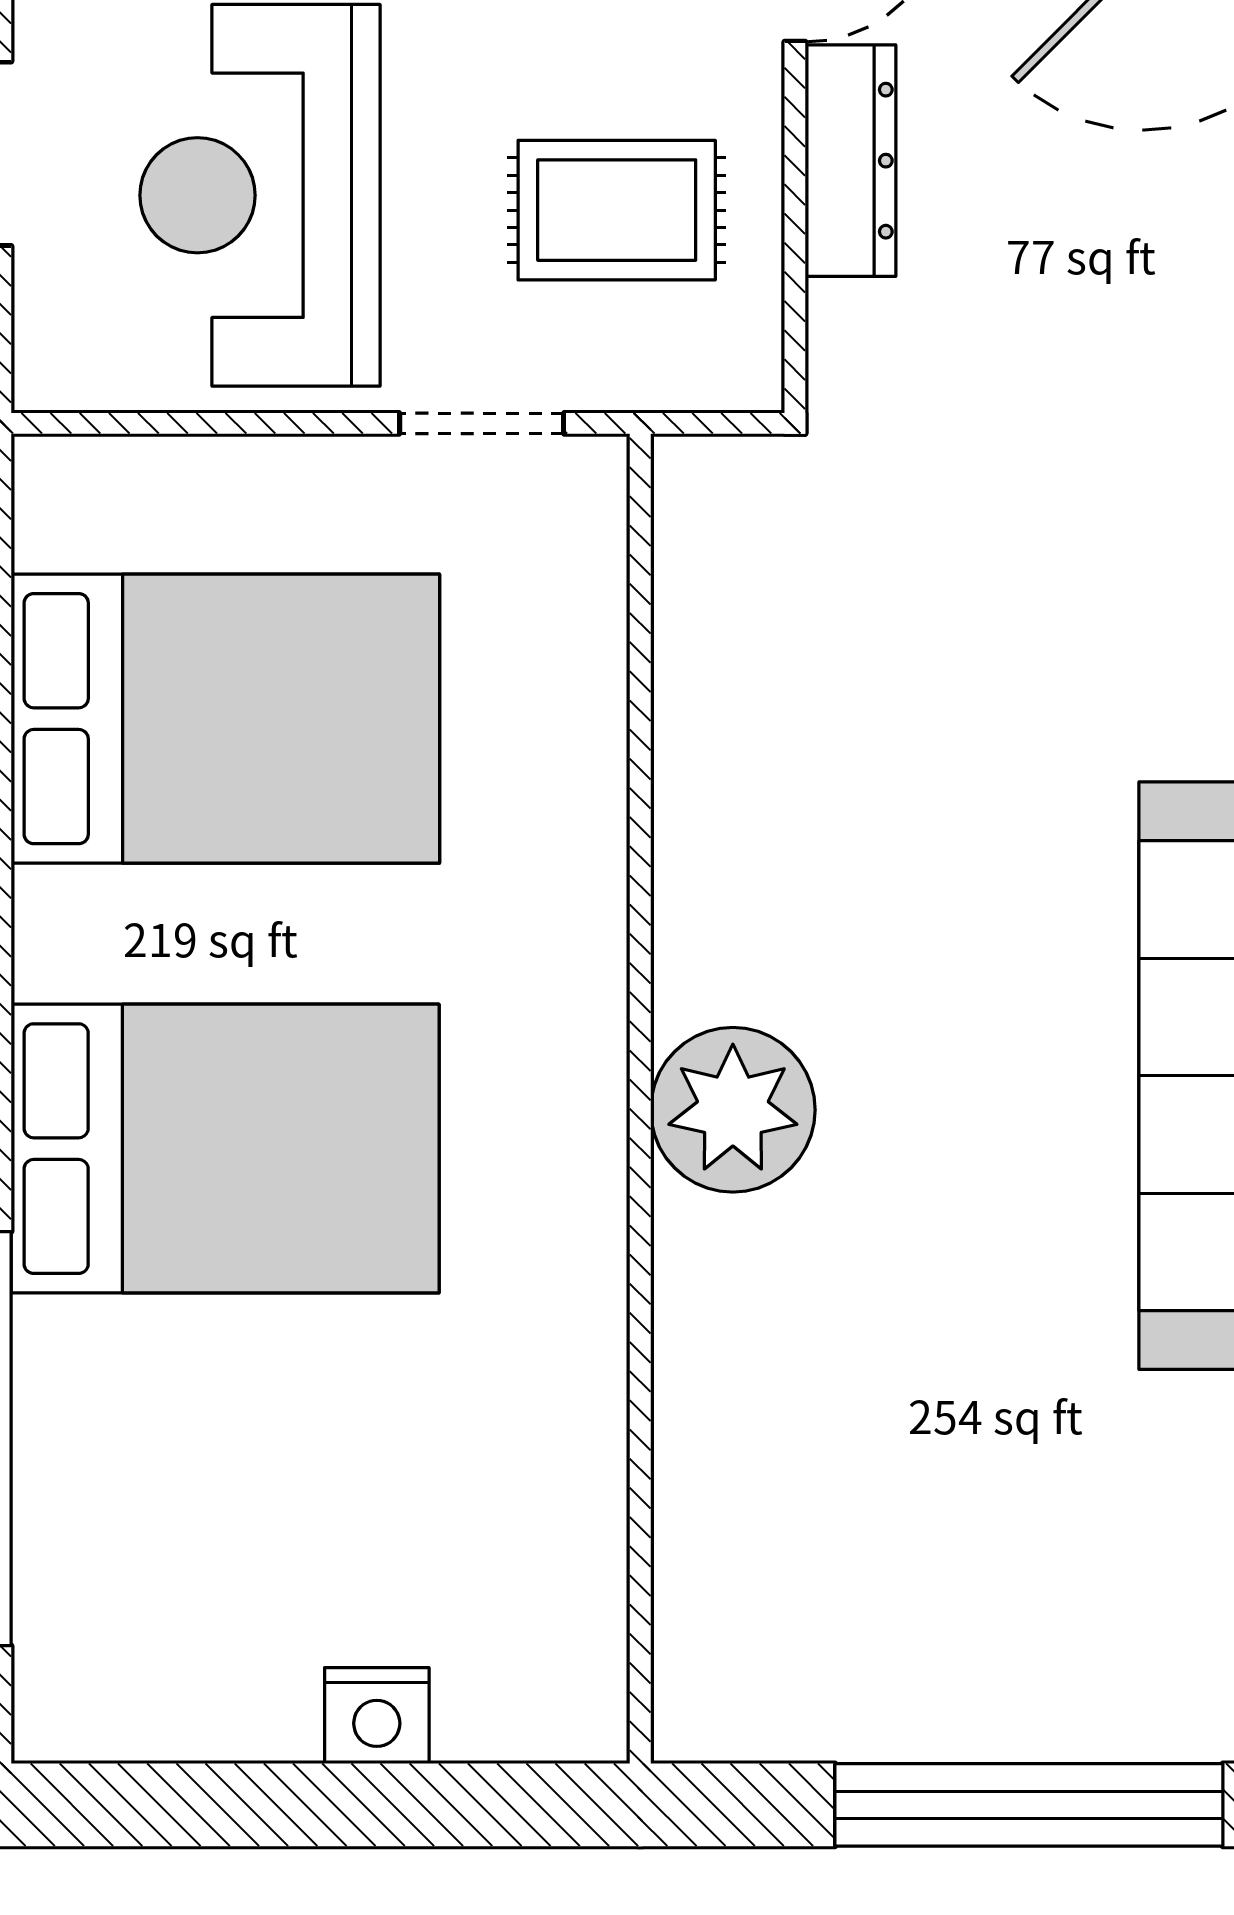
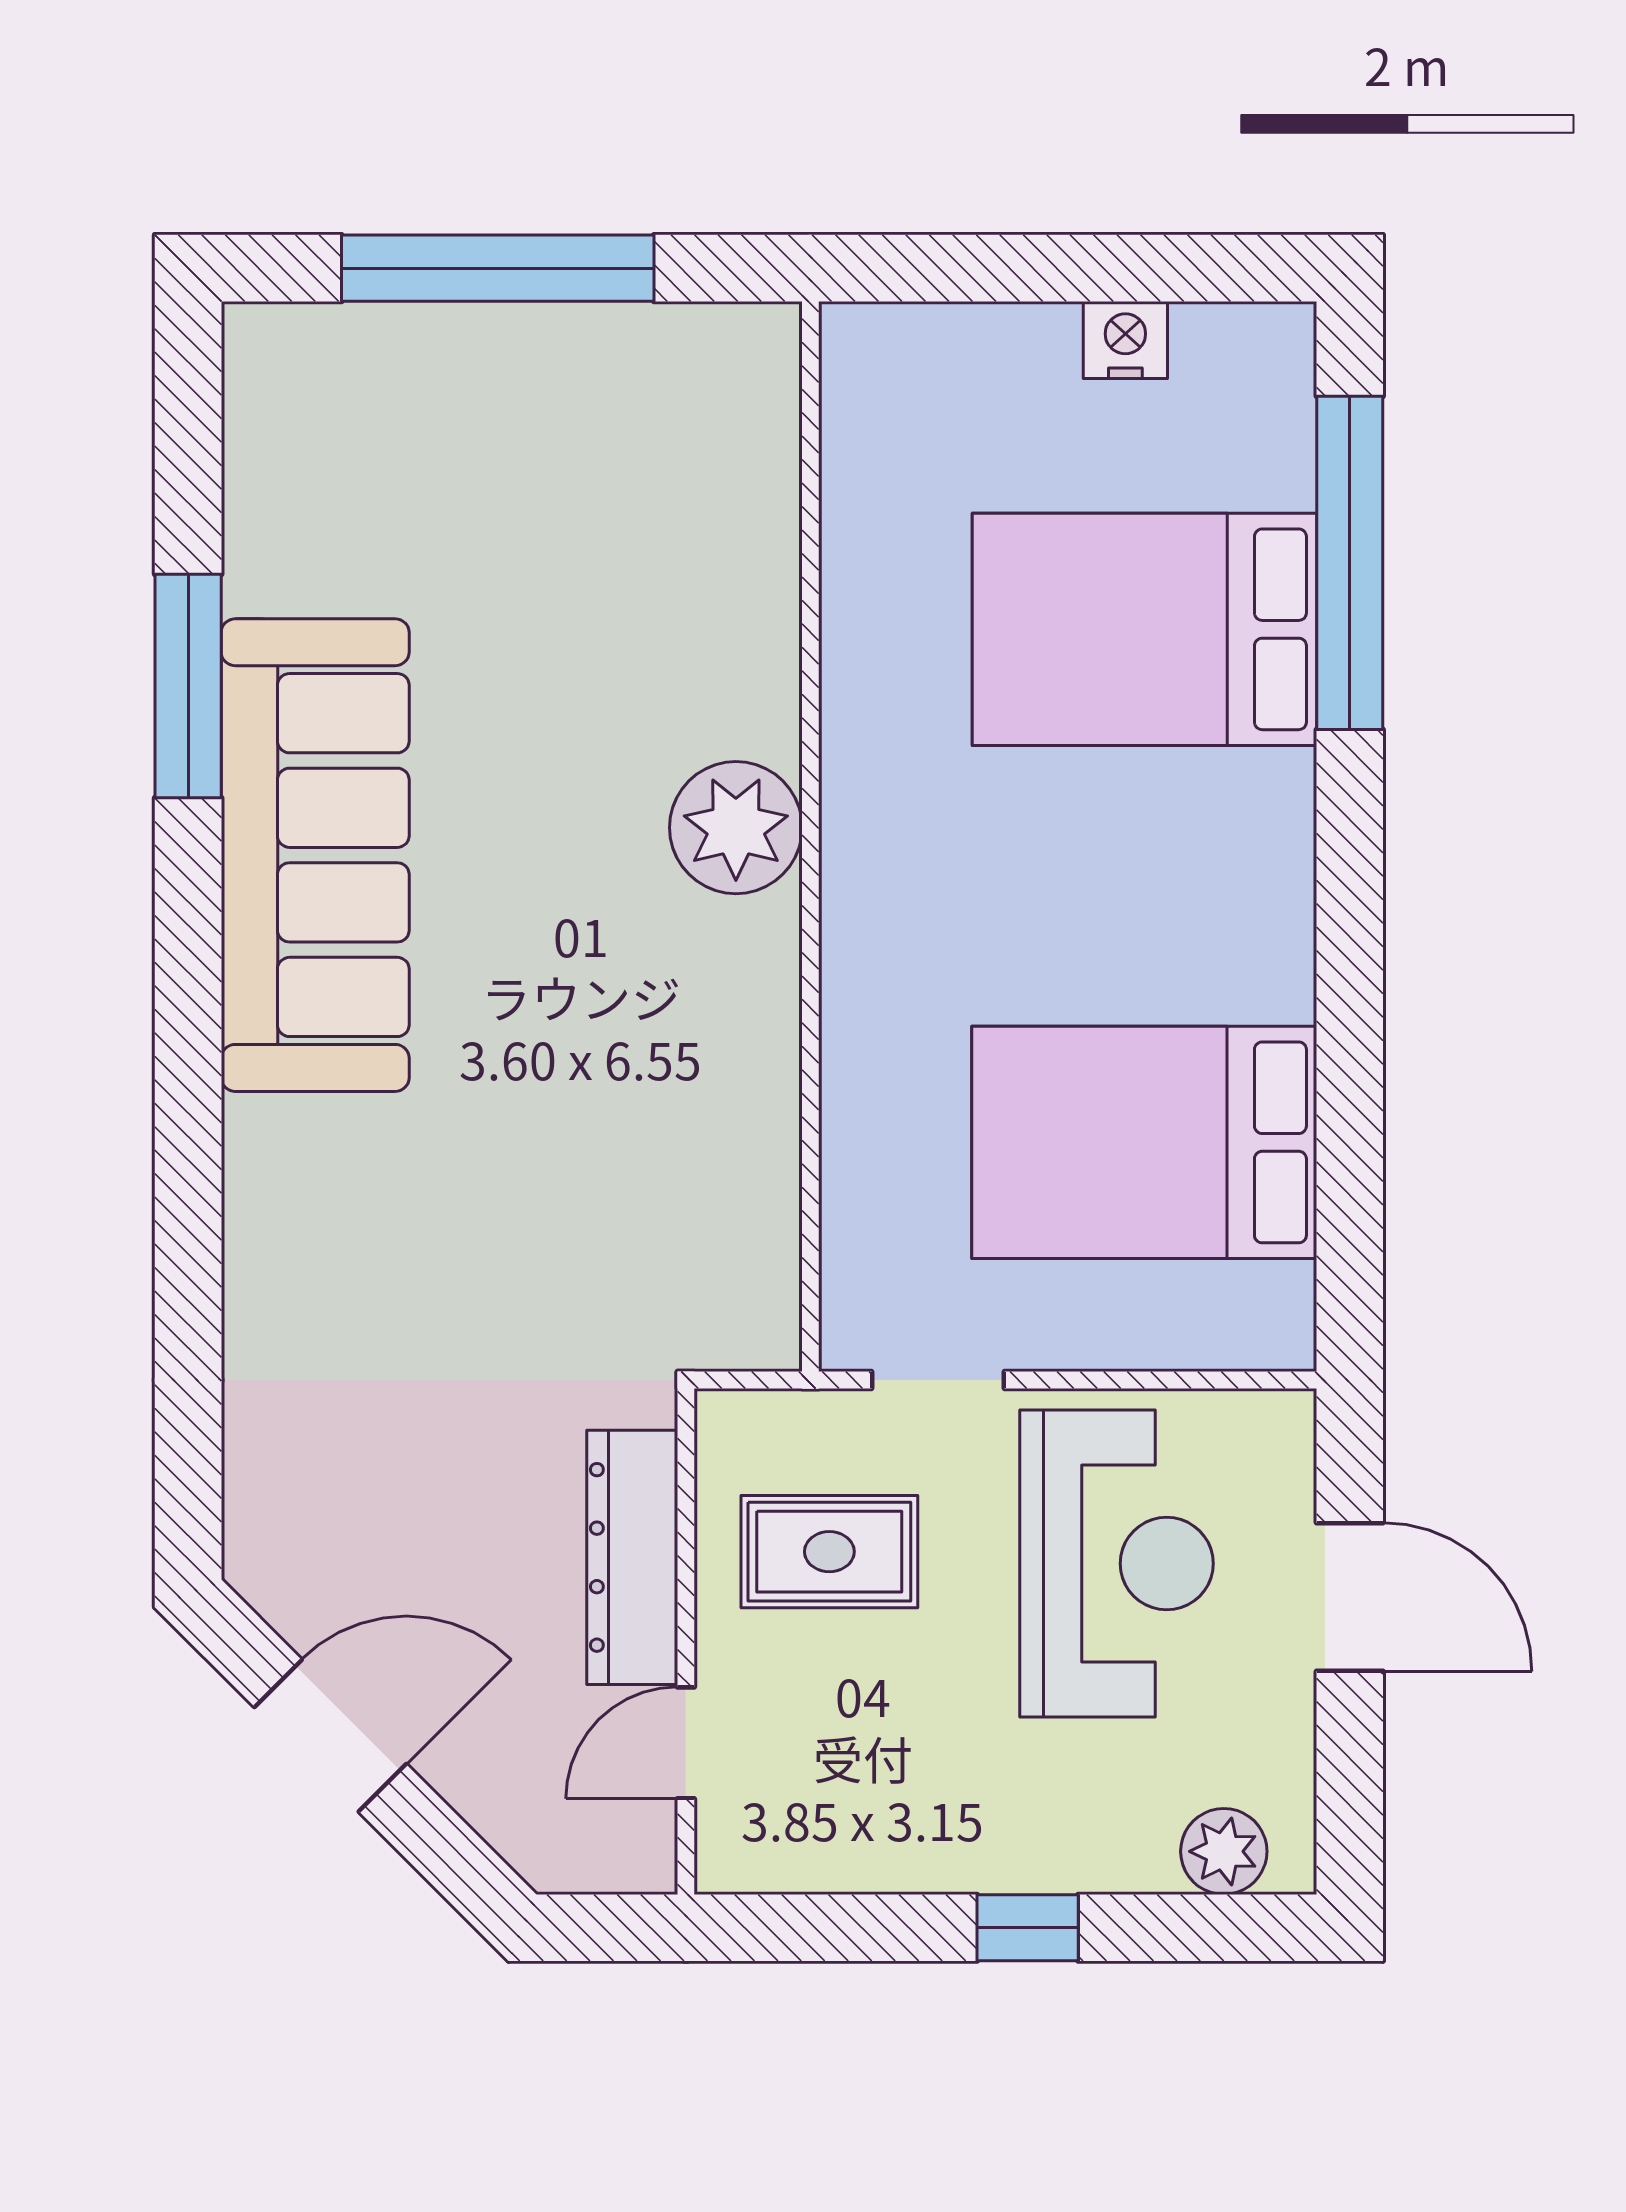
dresser: (850, 161) -> (632, 1557), width x1.37, depth x1.24
bed: (225, 1149) -> (1144, 629), moved
nightstand: (377, 1716) -> (1125, 340), moved

